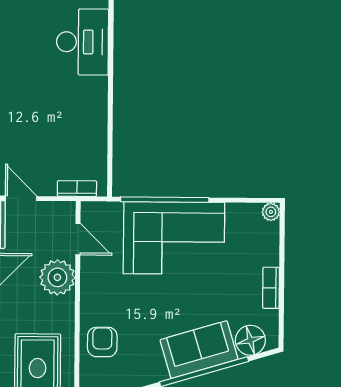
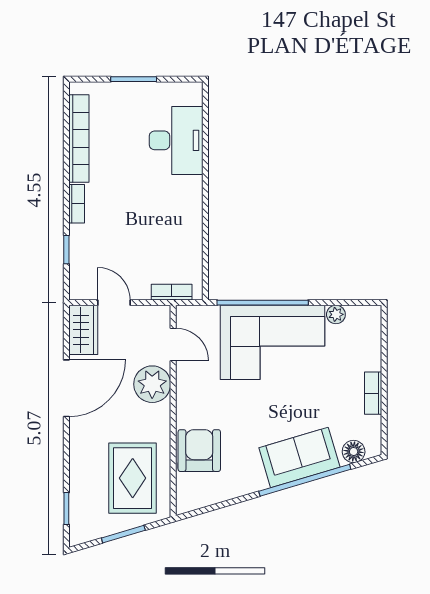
plant: (271, 212) -> (336, 314), moved
floor lamp: (250, 340) -> (354, 451), width x0.73, depth x0.73
armchair: (102, 342) -> (199, 451), width x1.38, depth x1.38

